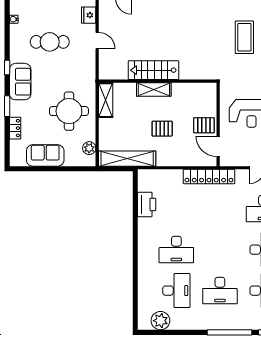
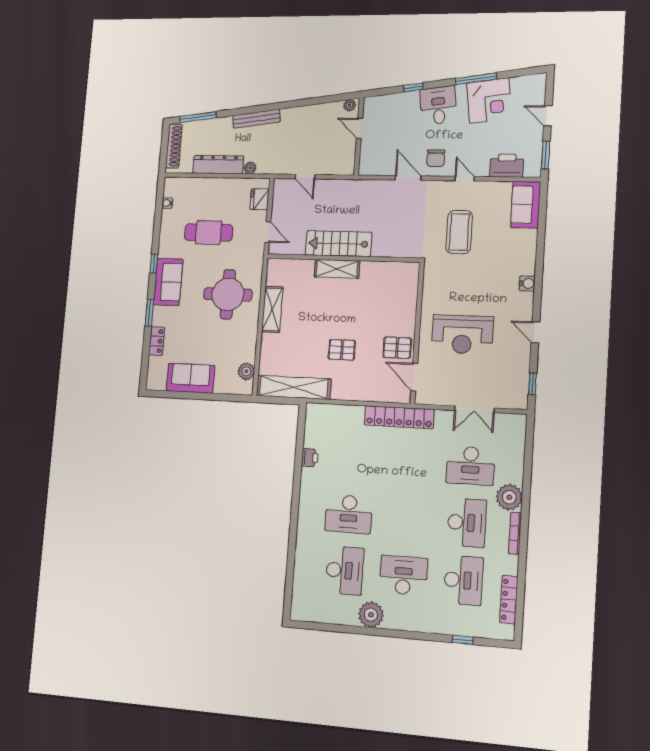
stairs: (154, 70) -> (339, 244), moved
wall: (158, 81) -> (343, 258), moved
shelving: (154, 89) -> (337, 269), moved
round table: (69, 111) -> (228, 294), moved
printer: (147, 204) -> (310, 458), width x0.53, depth x0.68
desk: (220, 291) -> (403, 575), turned 180
plant: (160, 321) -> (371, 615), moved
window: (229, 332) -> (413, 635), removed

